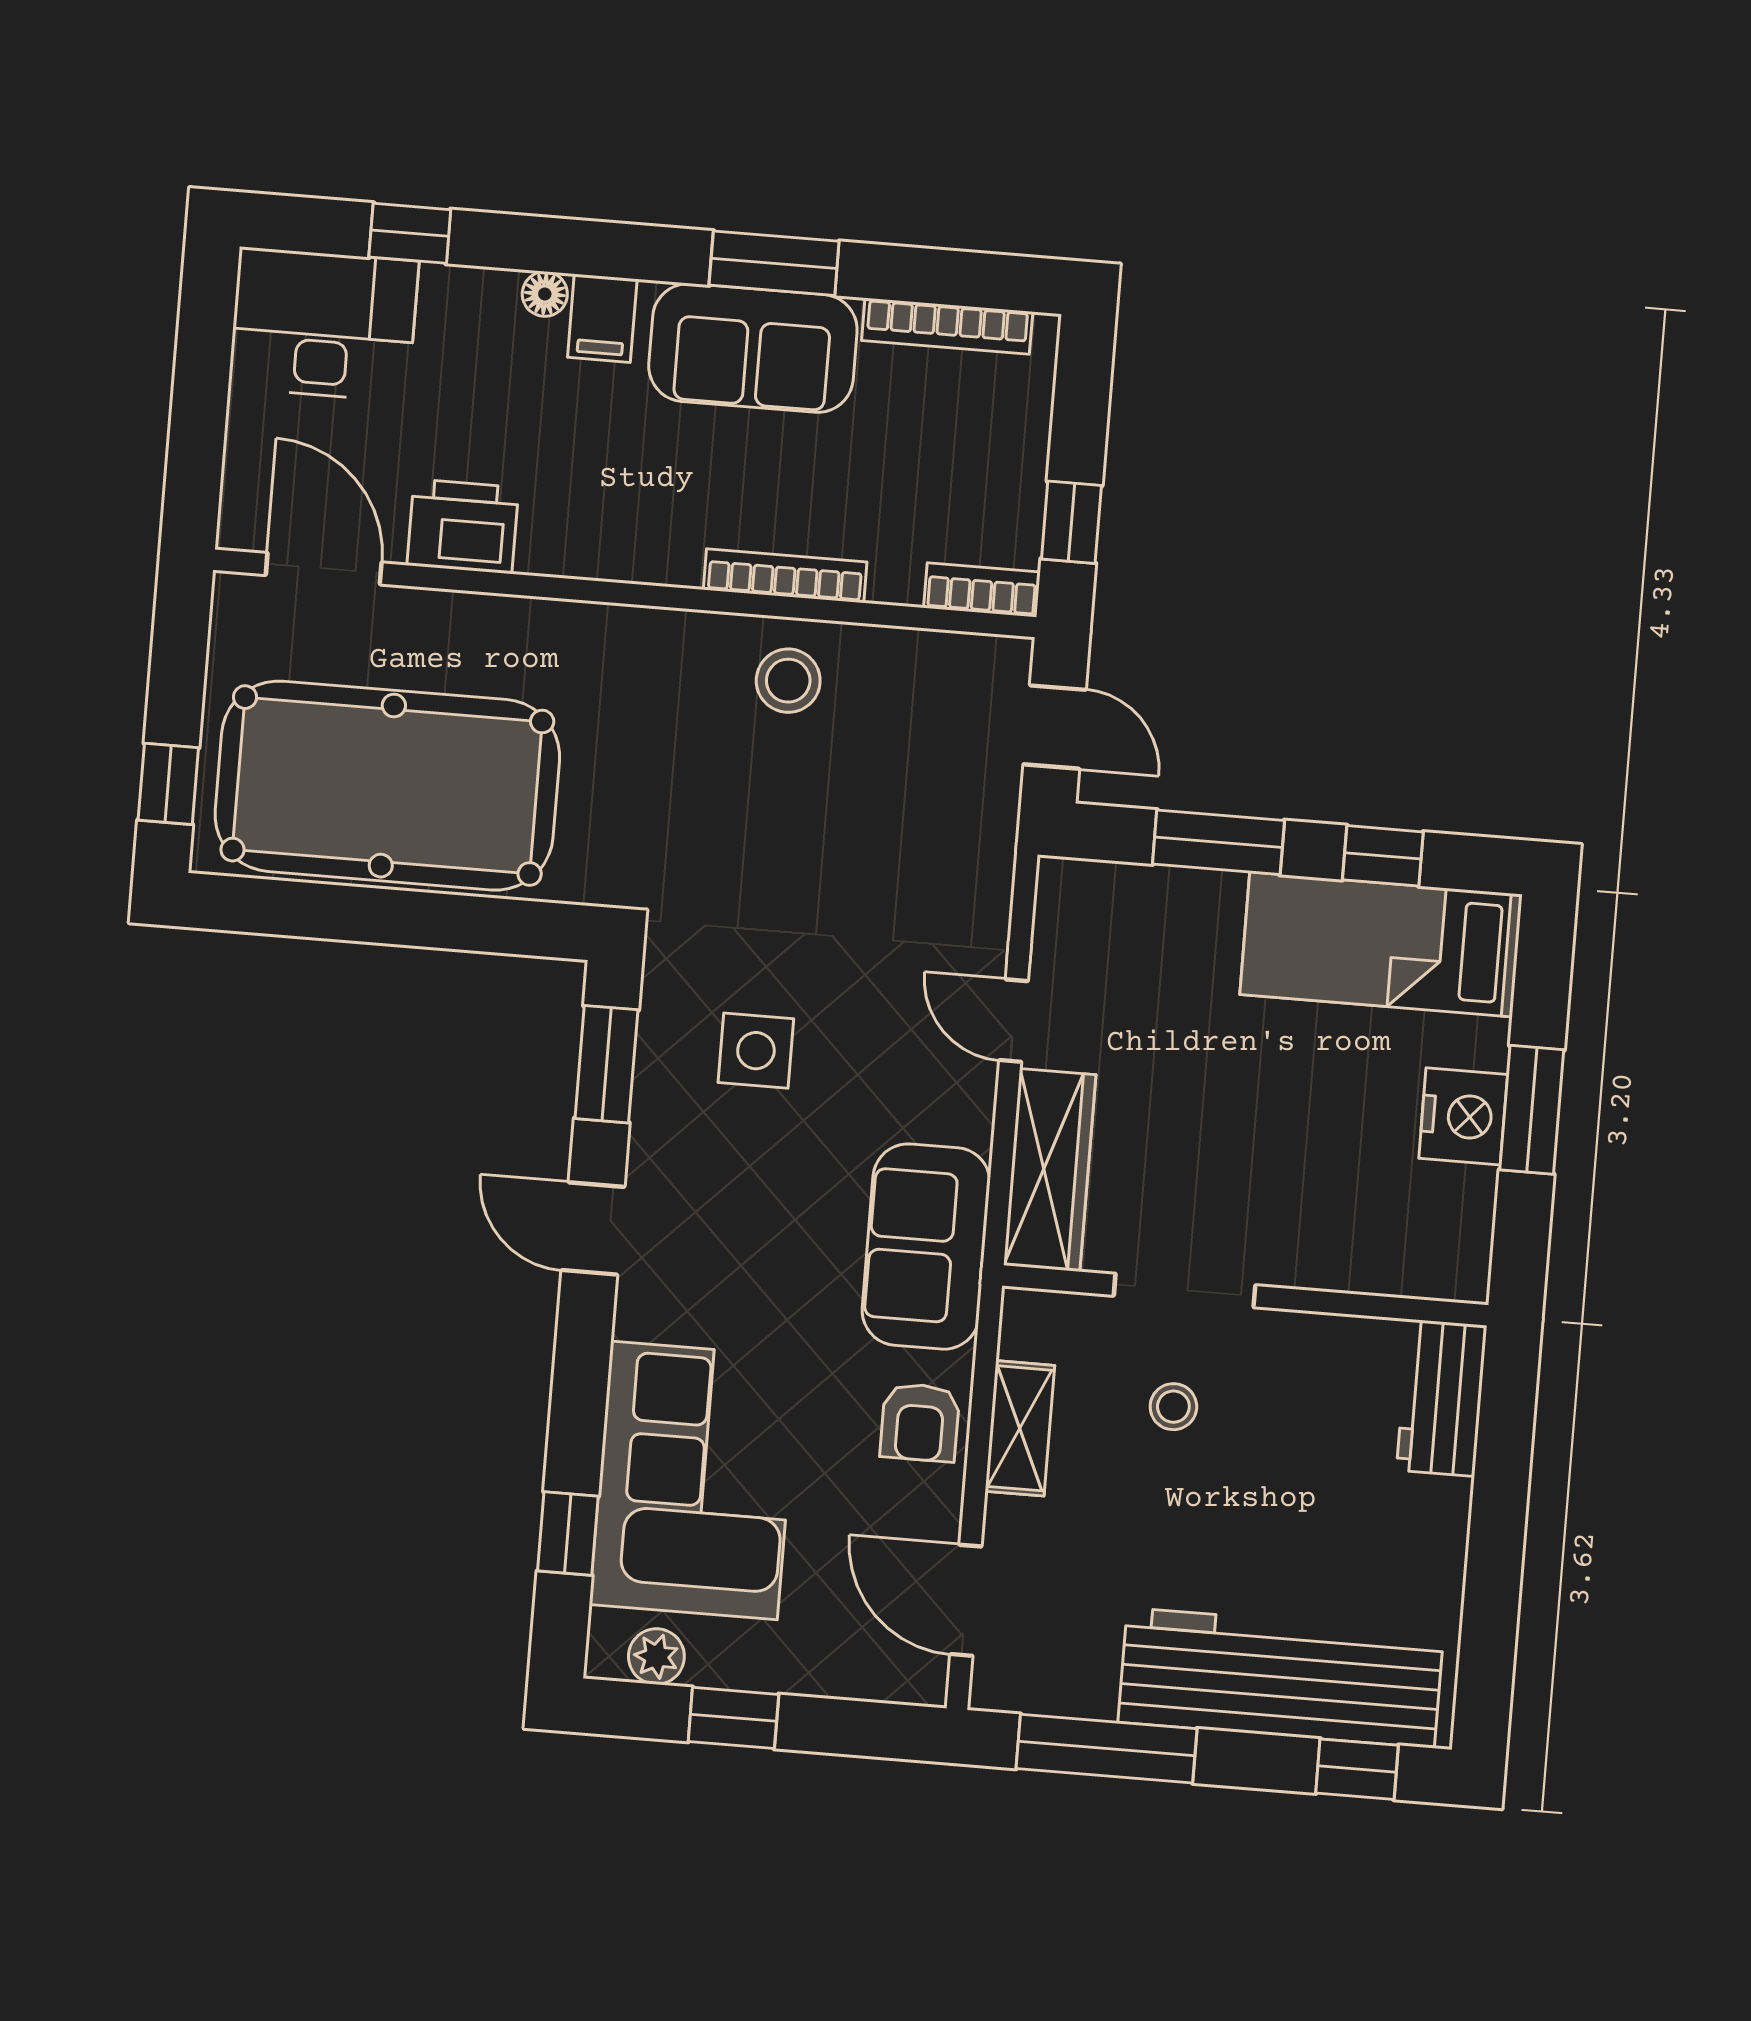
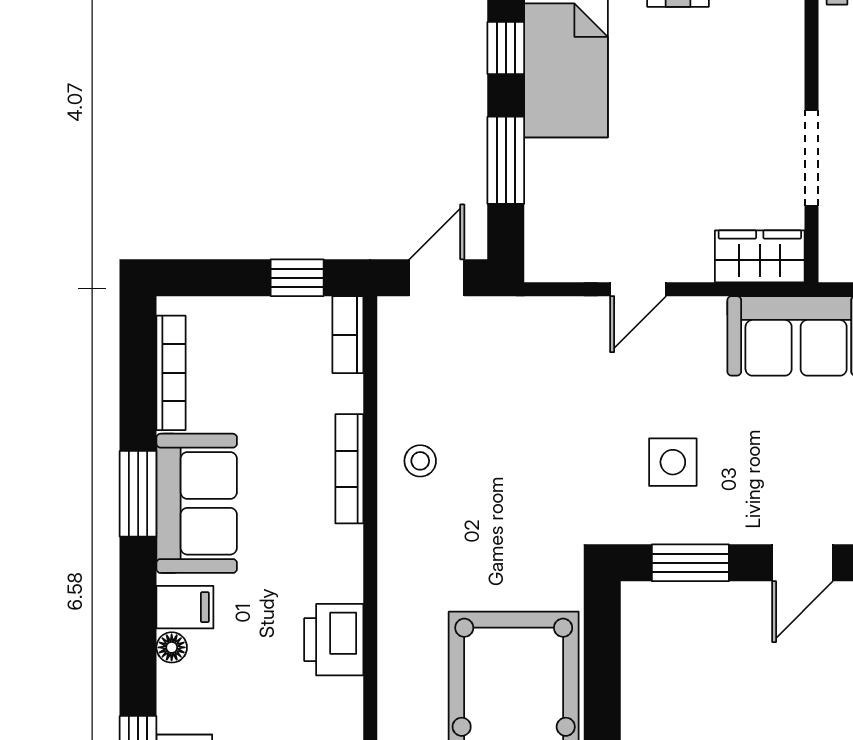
printer: (463, 526) -> (334, 640), moved
stool: (788, 681) -> (420, 461), width x0.73, depth x0.73
wardrobe: (1050, 1170) -> (760, 256), width x0.67

